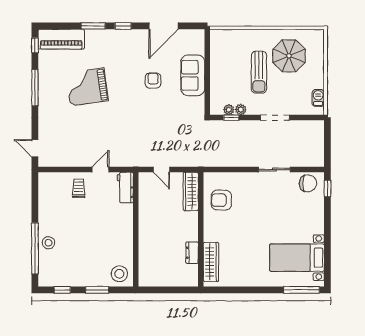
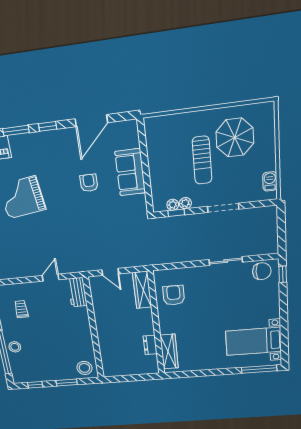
trolley: (79, 188) -> (21, 309), moved
armchair: (221, 200) -> (174, 295), turned 90

